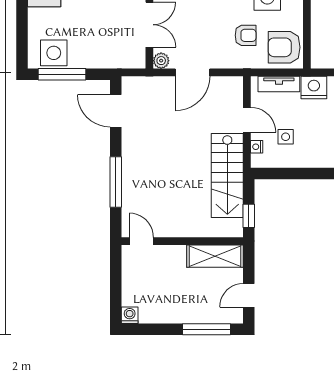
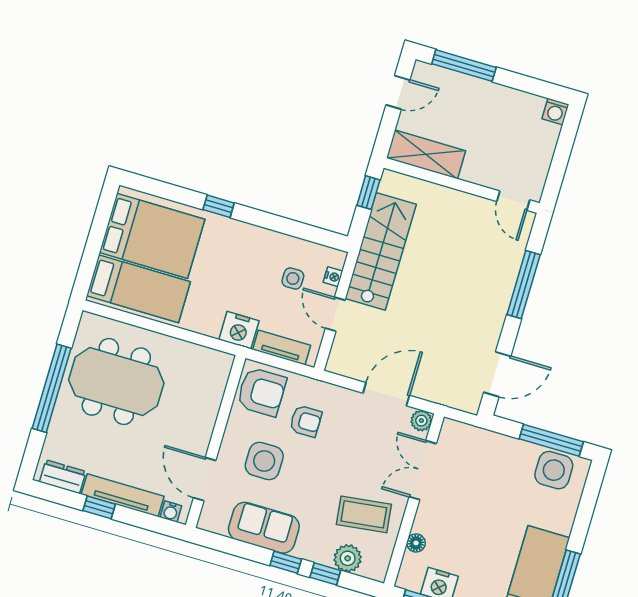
armchair: (246, 35) -> (306, 421), turned 180
door: (116, 111) -> (497, 374), hinge flipped

